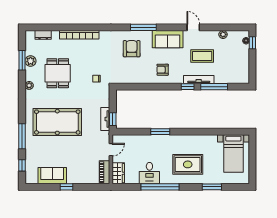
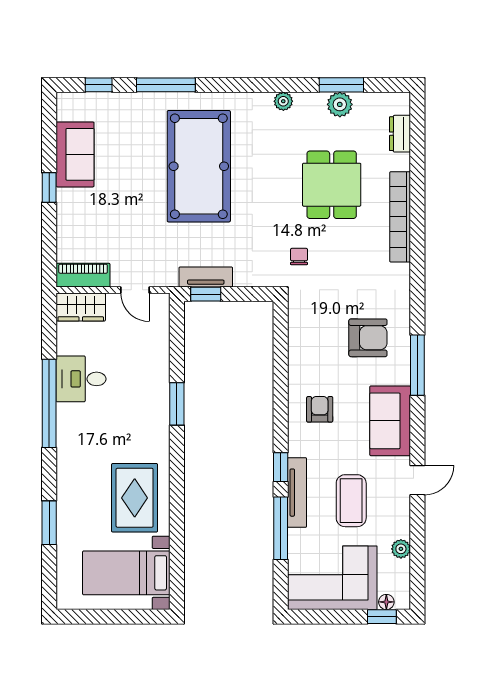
corner sofa: (236, 64) -> (332, 578), added
dining table: (58, 73) -> (332, 185), moved, turned 90
rug: (188, 164) -> (135, 498), moved

